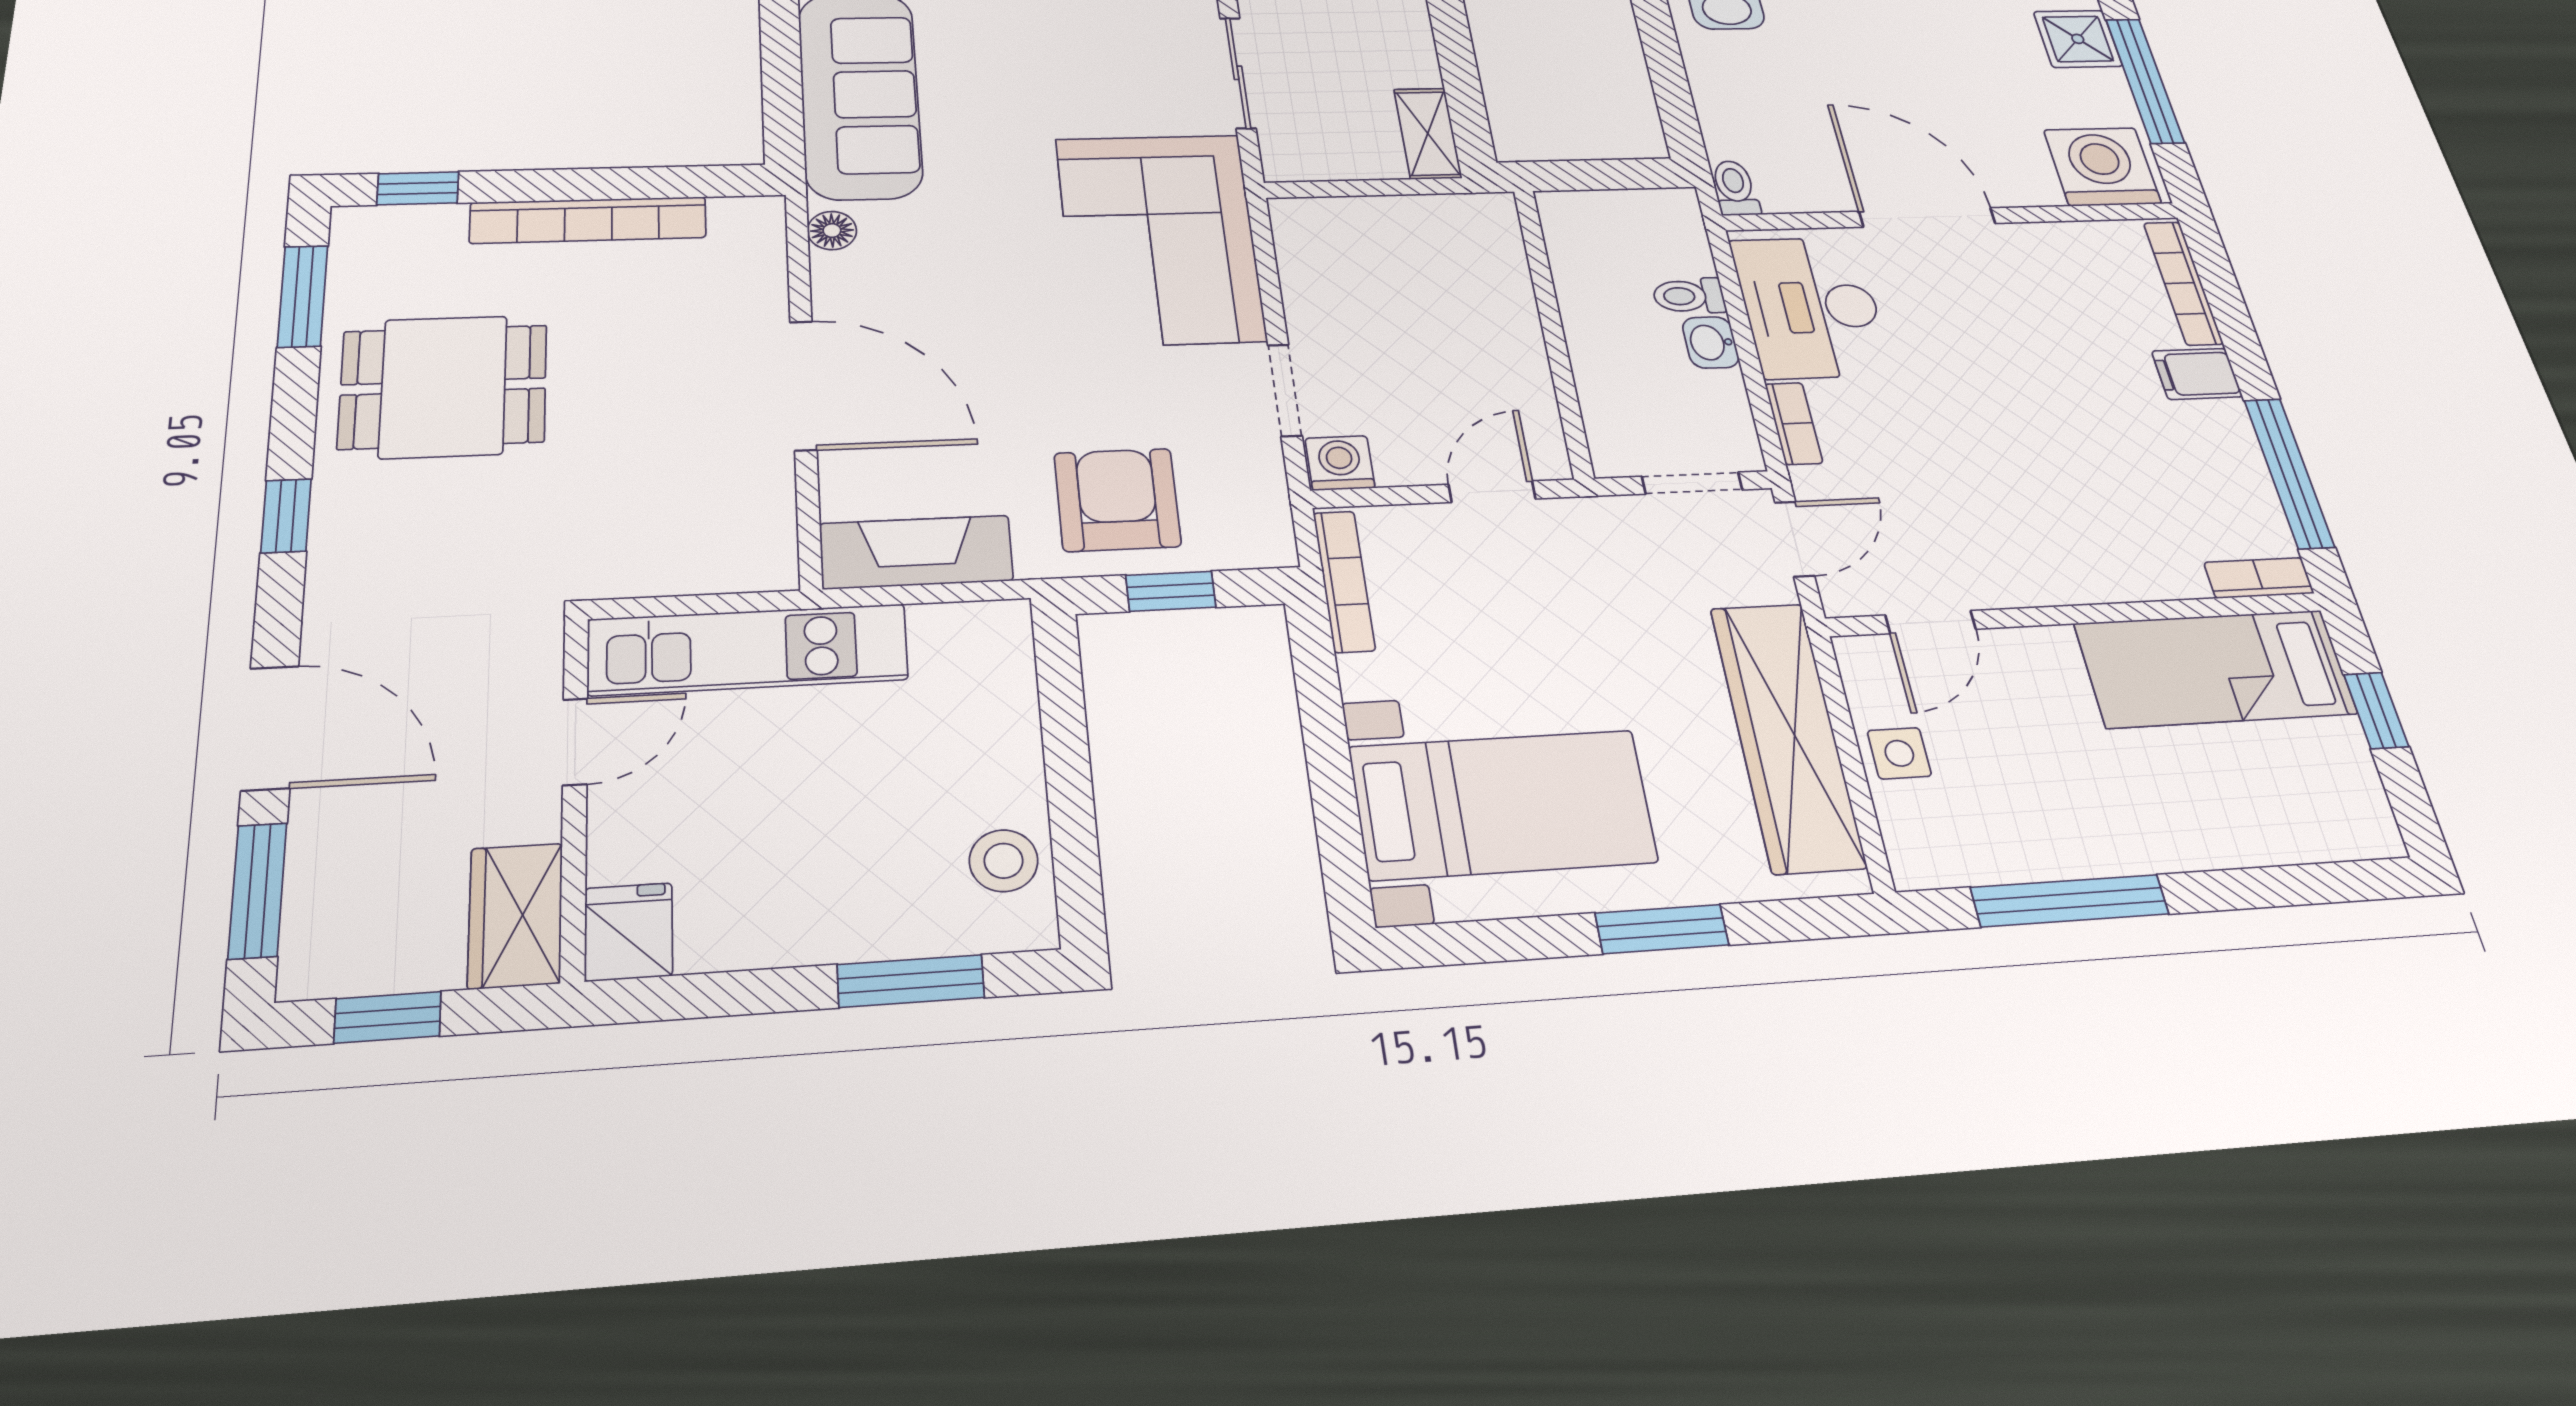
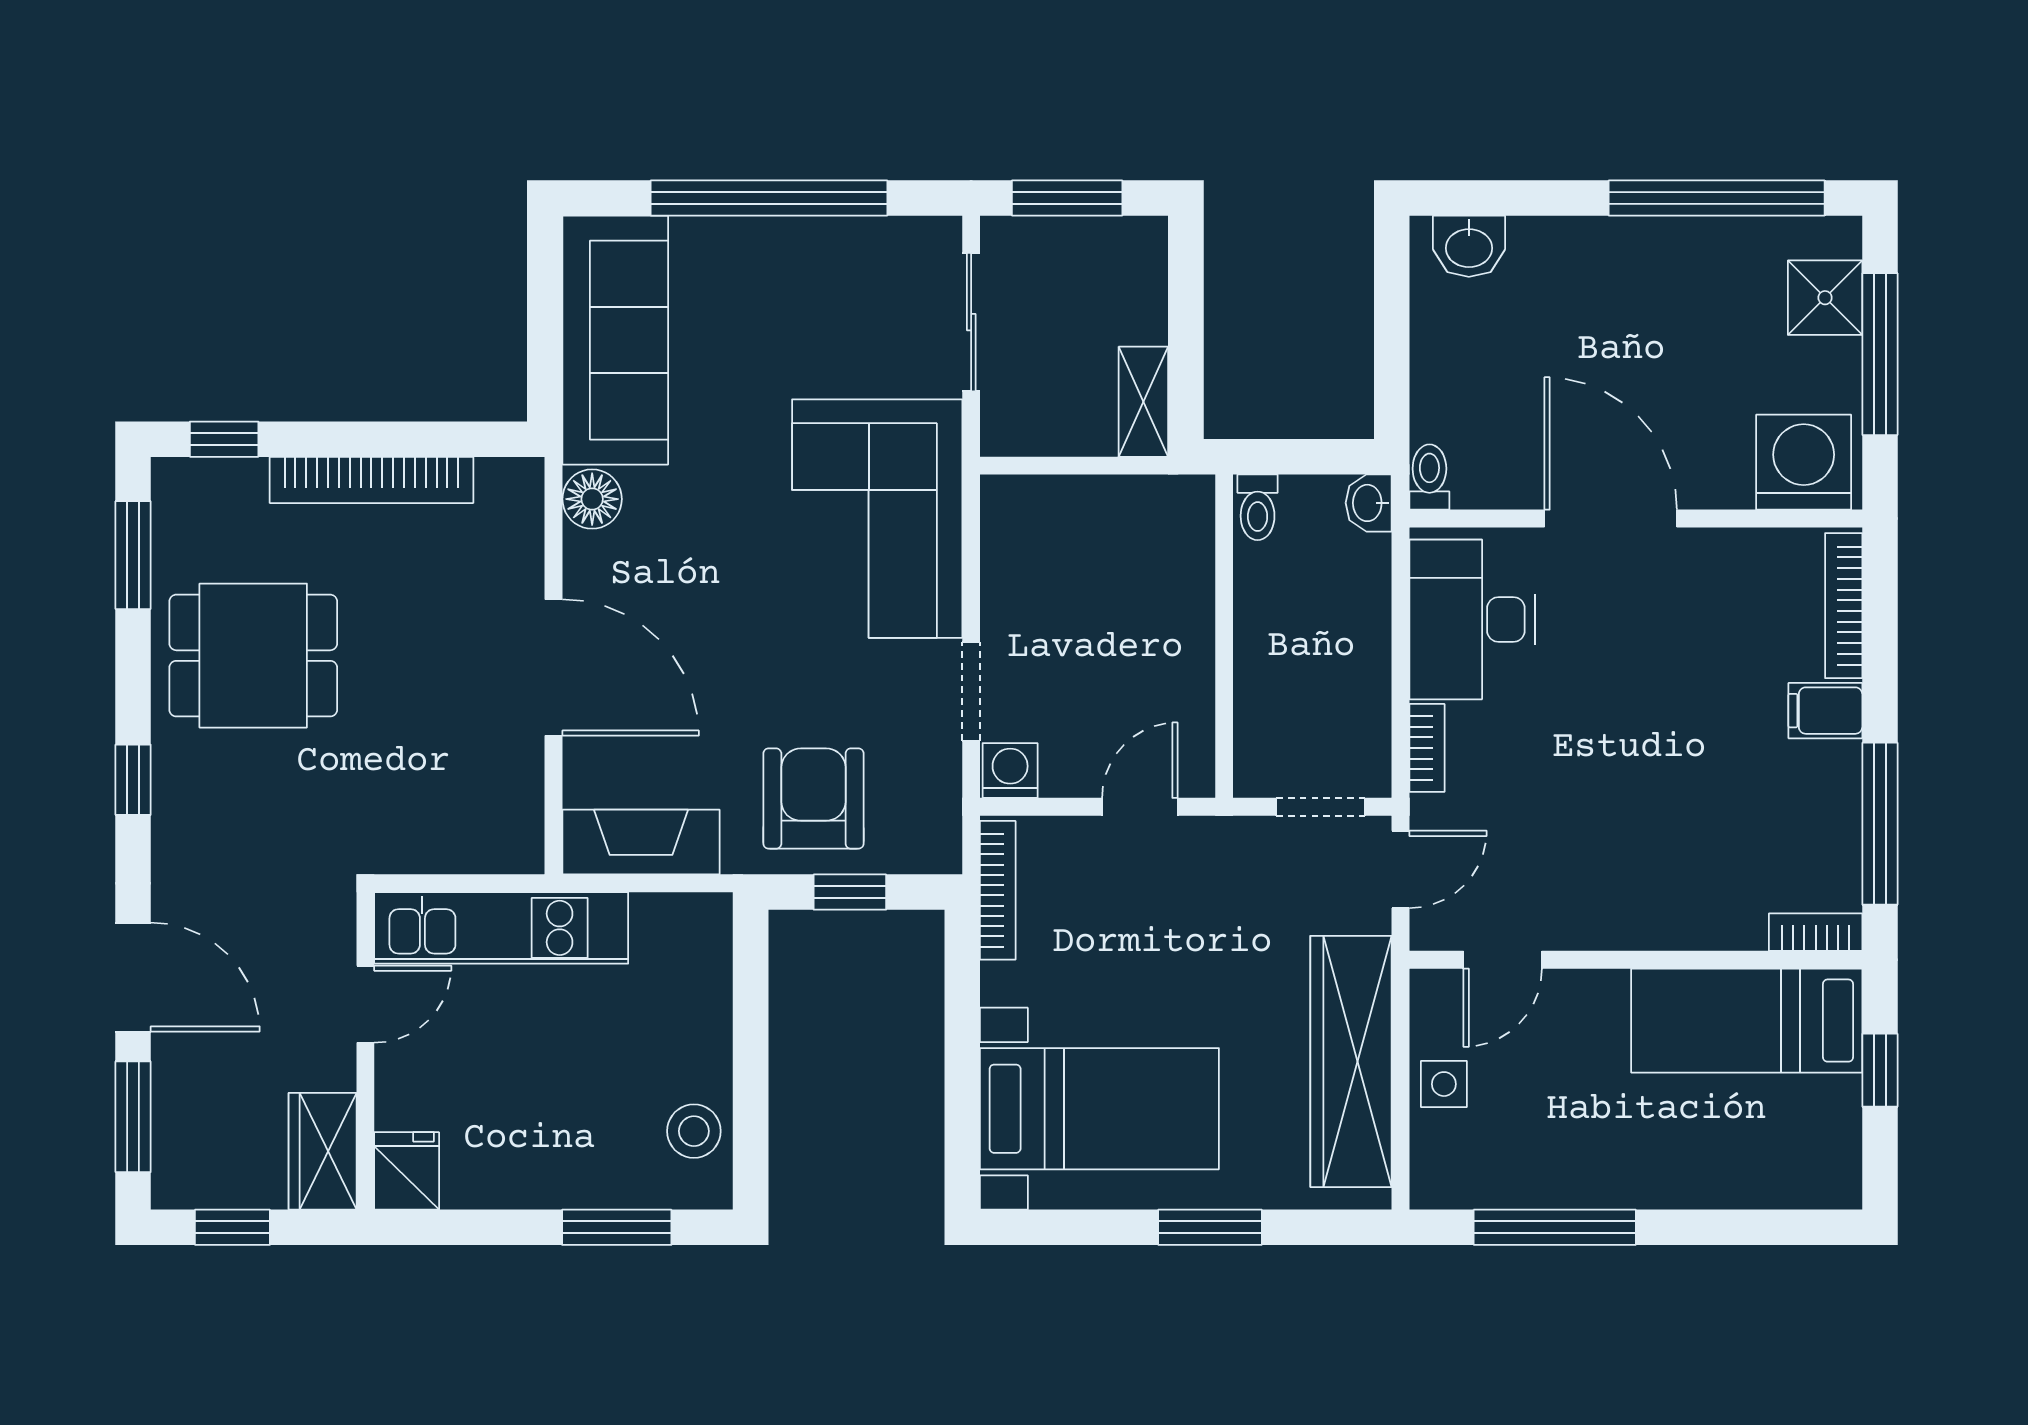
floor lamp: (832, 231) -> (592, 499), width x1.37, depth x1.37
toilet: (1689, 296) -> (1258, 507), moved, turned -90
washbasin: (1711, 342) -> (1369, 503), moved

